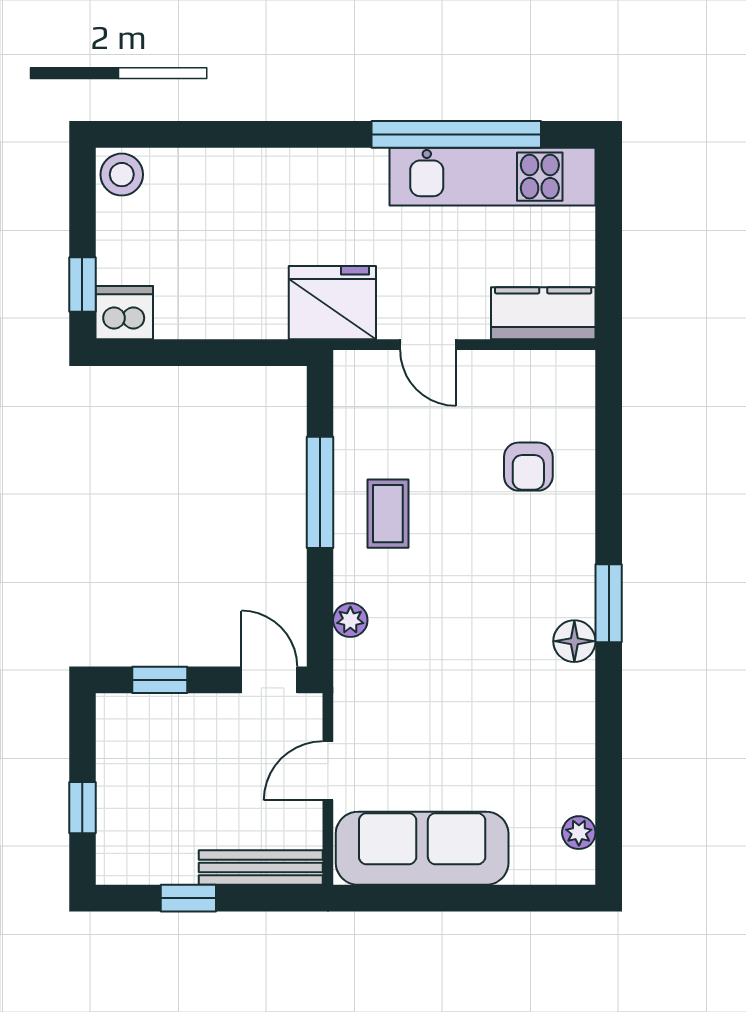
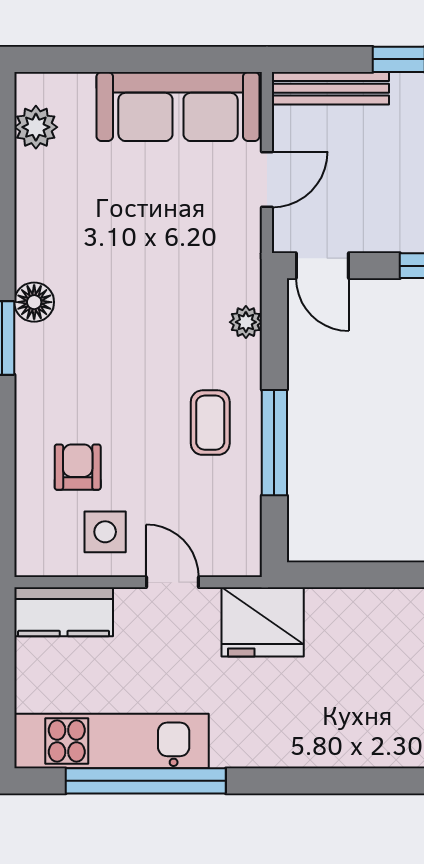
side table: (499, 398) -> (105, 532), added
plant: (579, 833) -> (36, 127), width x1.38, depth x1.38

